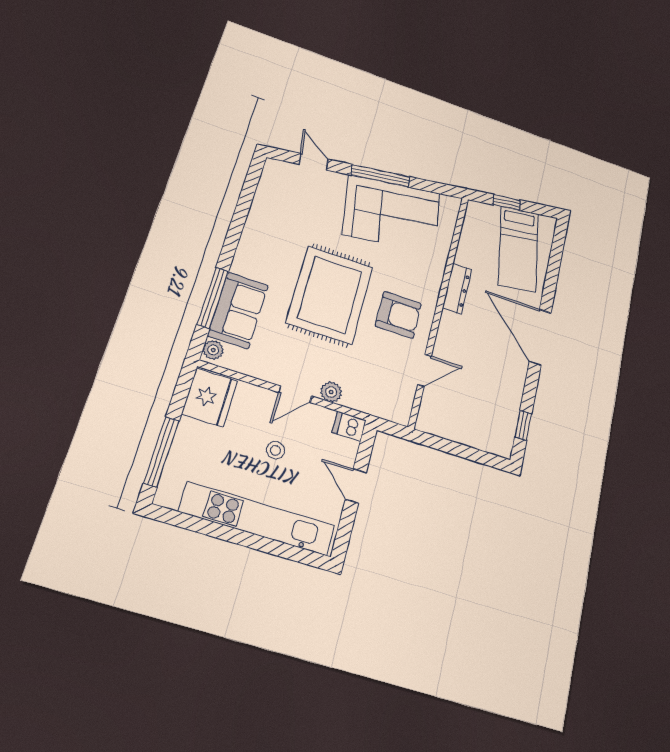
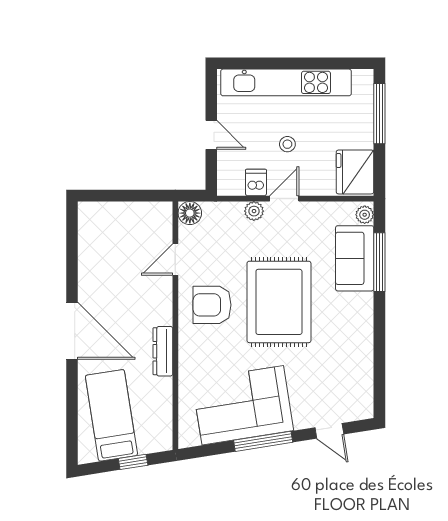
floor lamp: (399, 412) -> (190, 213), added
window: (523, 425) -> (72, 238), removed
dishwasher: (349, 426) -> (256, 183), moved, turned -90

